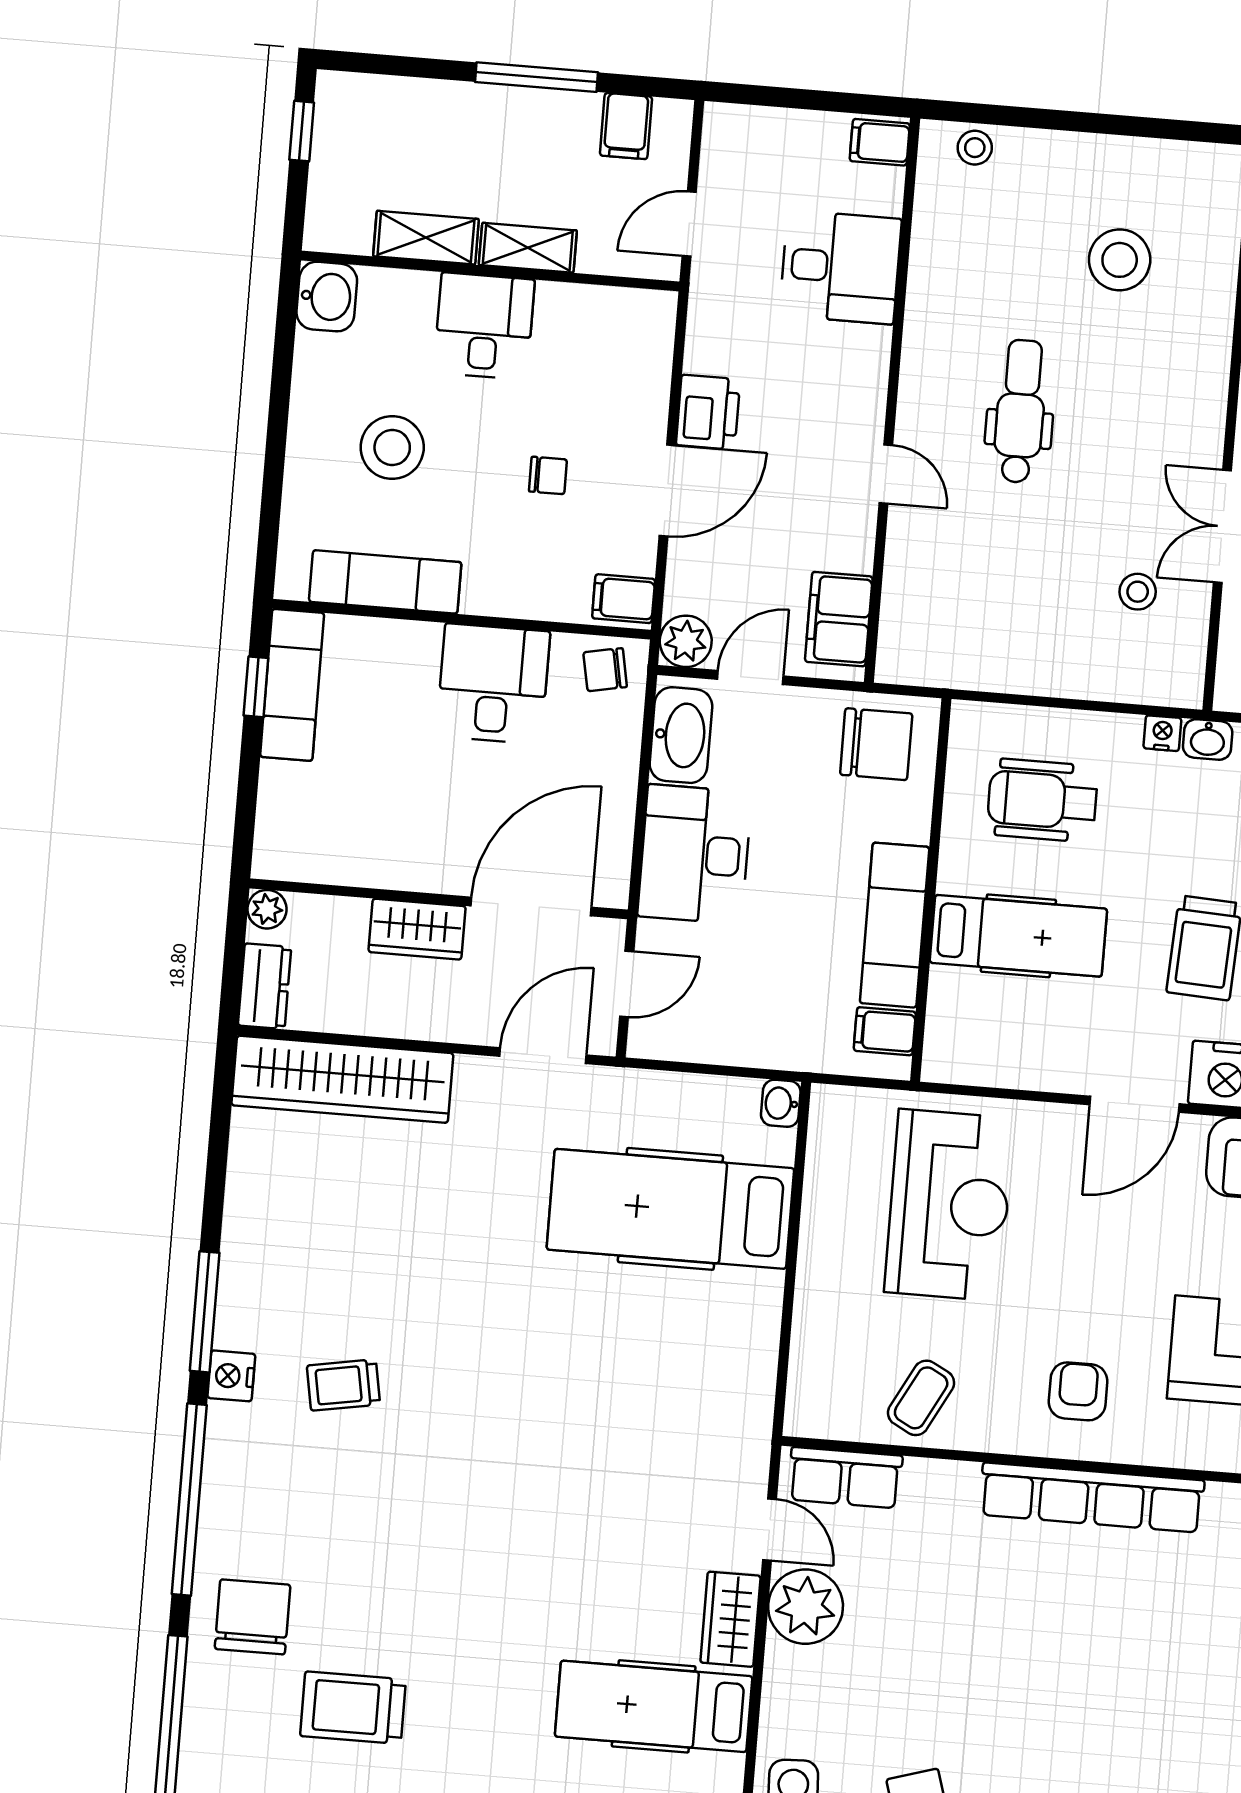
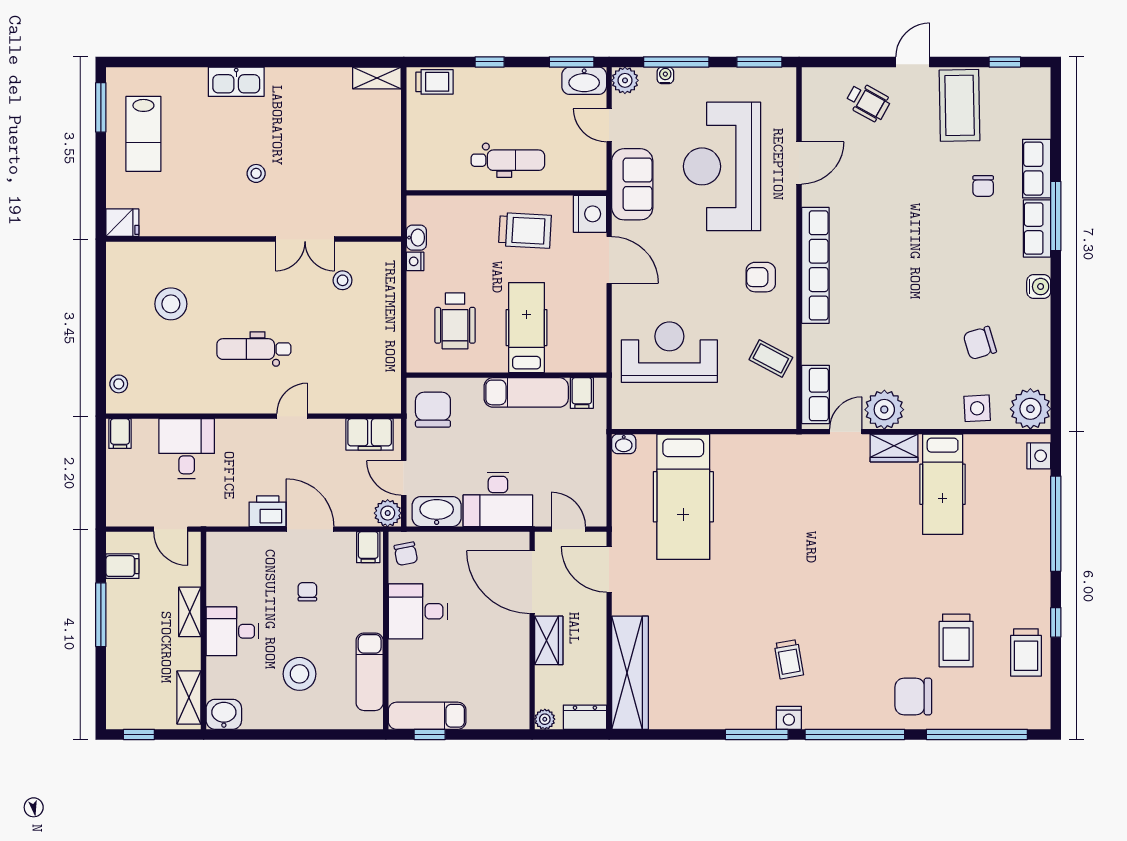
shelving: (426, 238) -> (189, 697), moved

